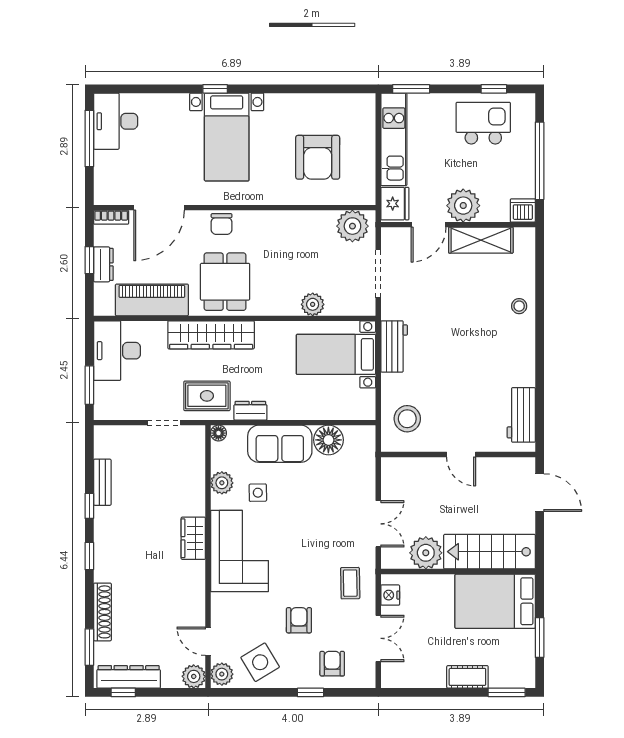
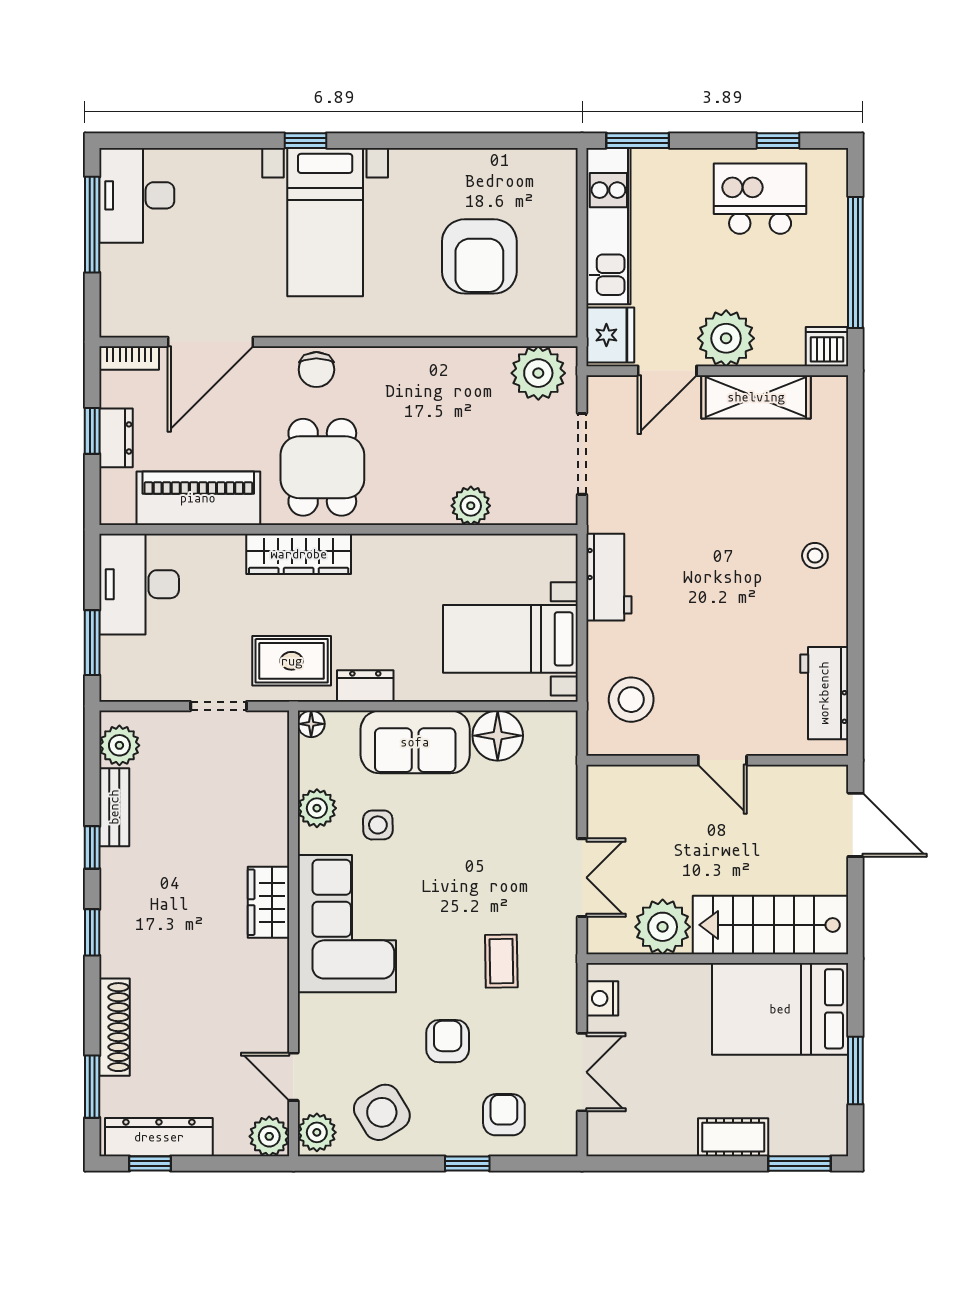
stool: (519, 306) -> (815, 556), moved
wardrobe: (211, 335) -> (299, 554), width x0.71, depth x0.85
bed with nightstands: (336, 354) -> (510, 639), moved
plant: (105, 446) -> (119, 745), added
coffee table: (350, 583) -> (501, 961), moved

